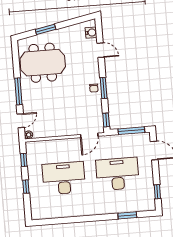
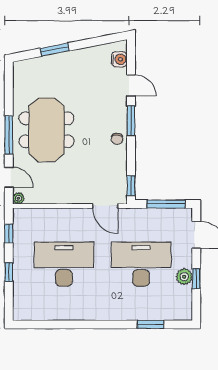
meeting table: (43, 63) -> (47, 130), moved, turned 90
window: (104, 88) -> (131, 121), moved
door: (21, 121) -> (9, 177), hinge flipped
door: (89, 135) -> (105, 206), hinge flipped
plant: (148, 180) -> (184, 277), added
window: (157, 192) -> (196, 279), moved

